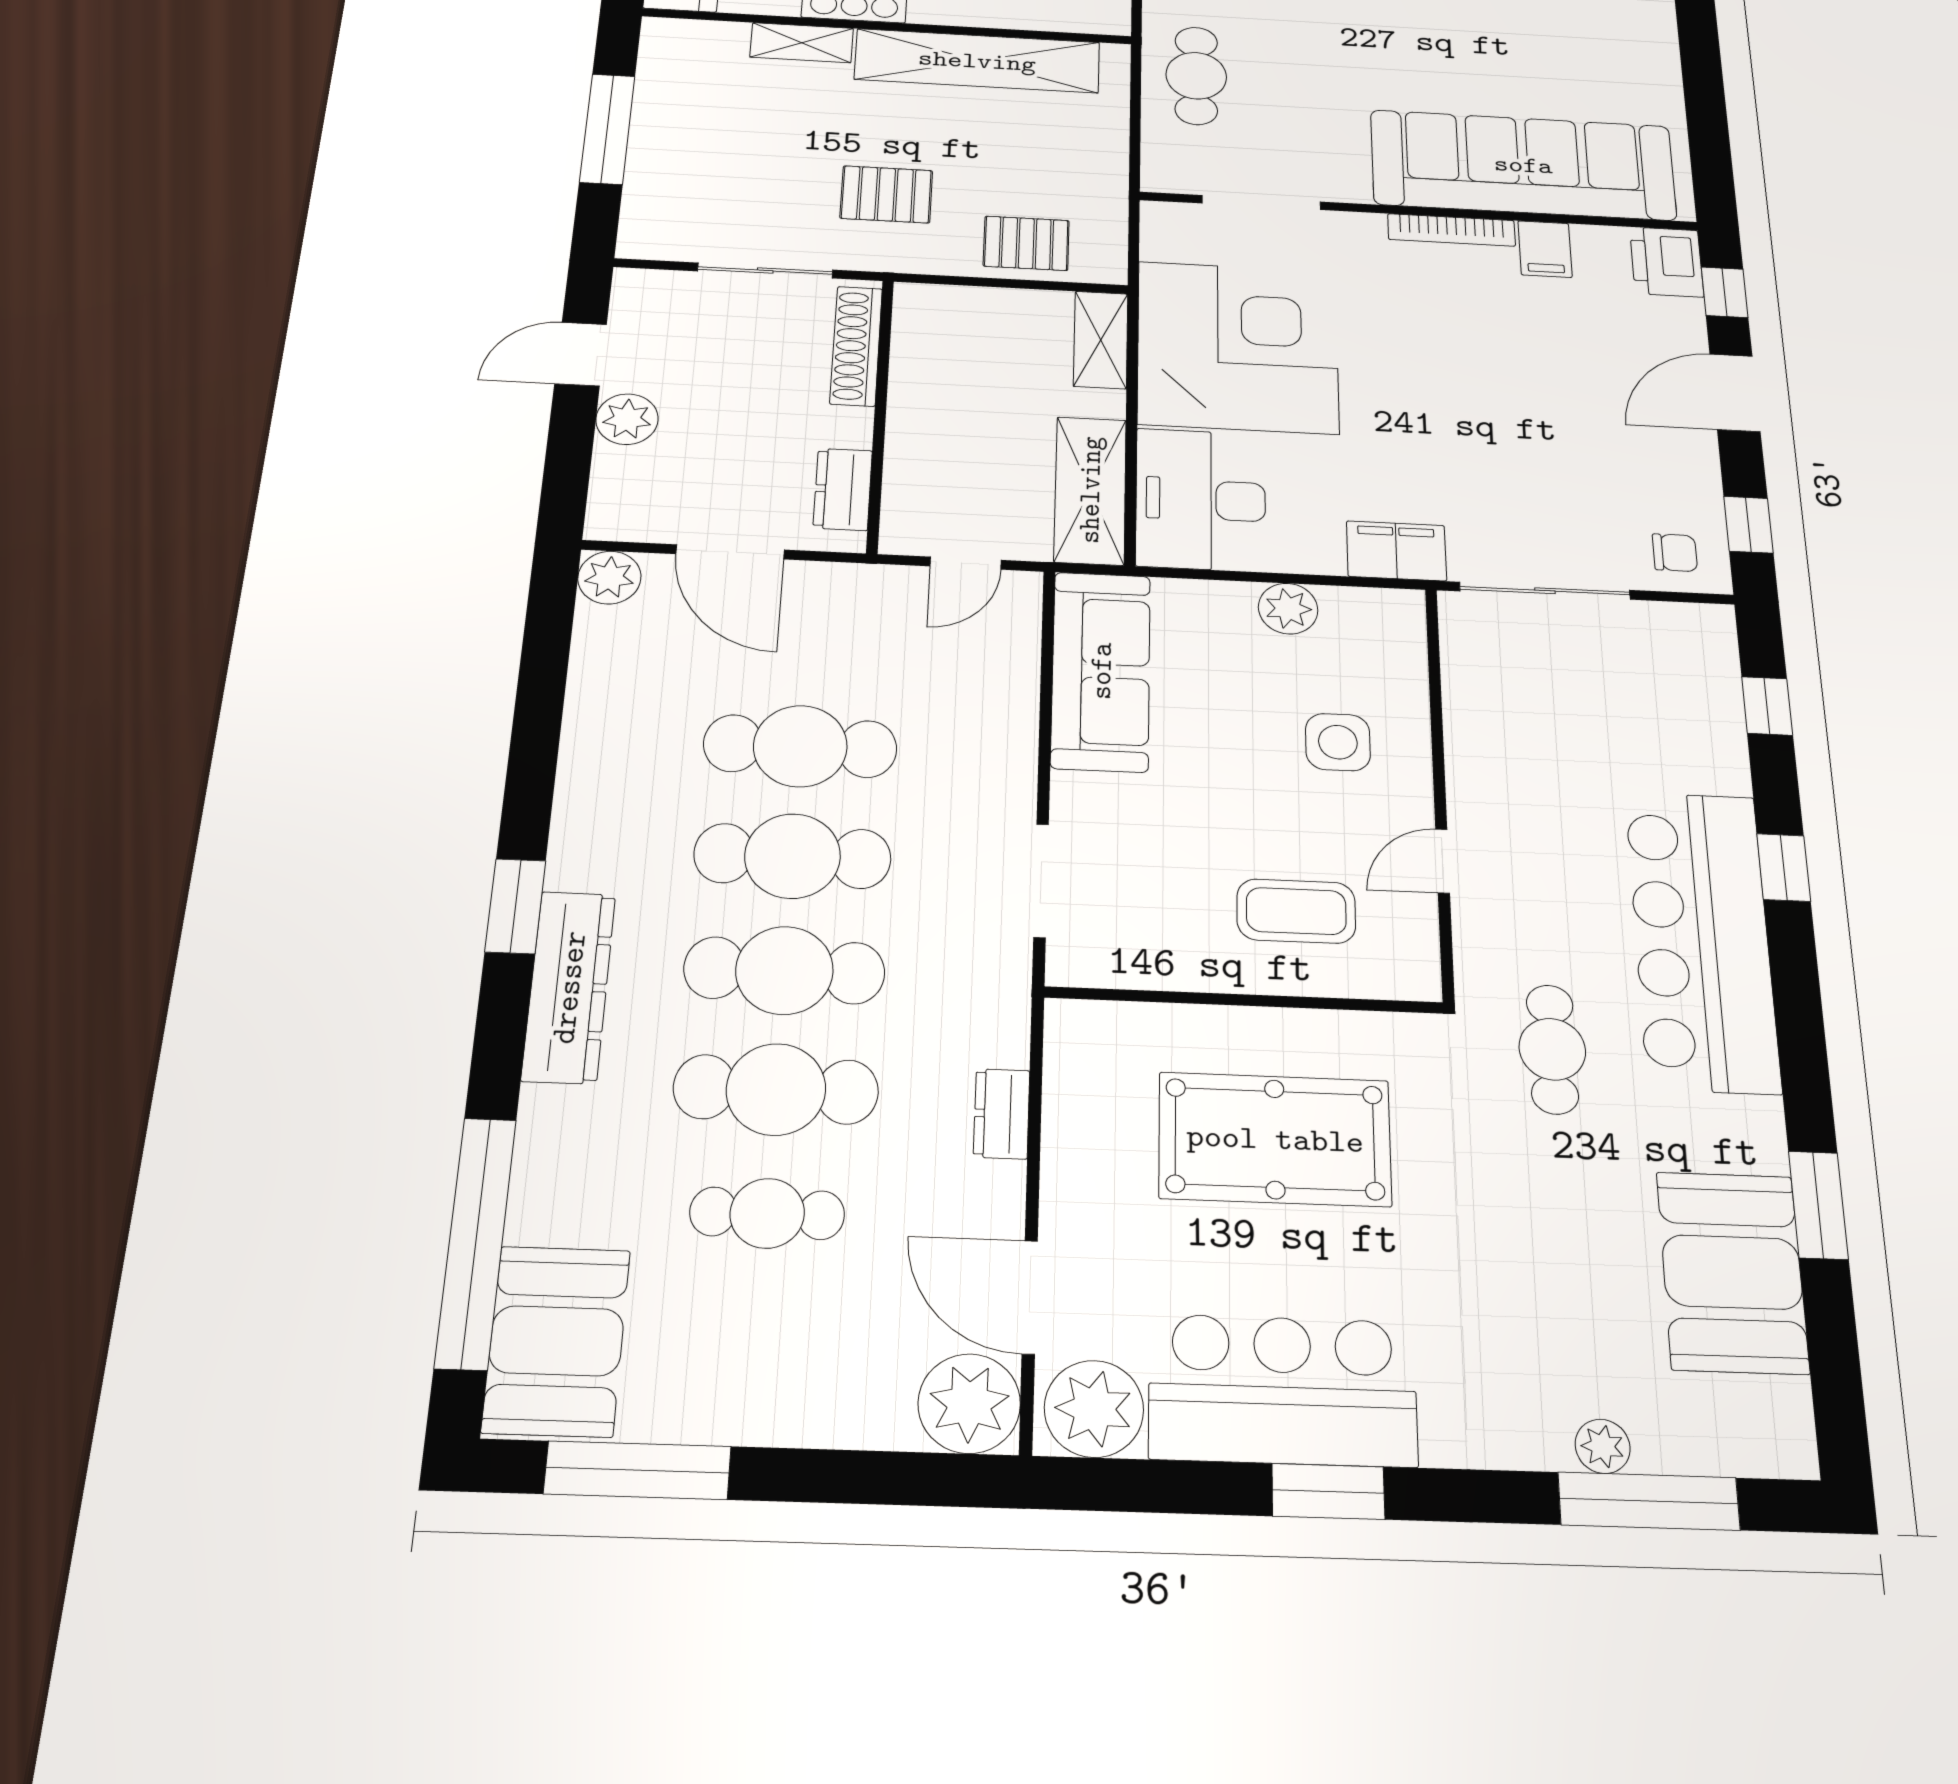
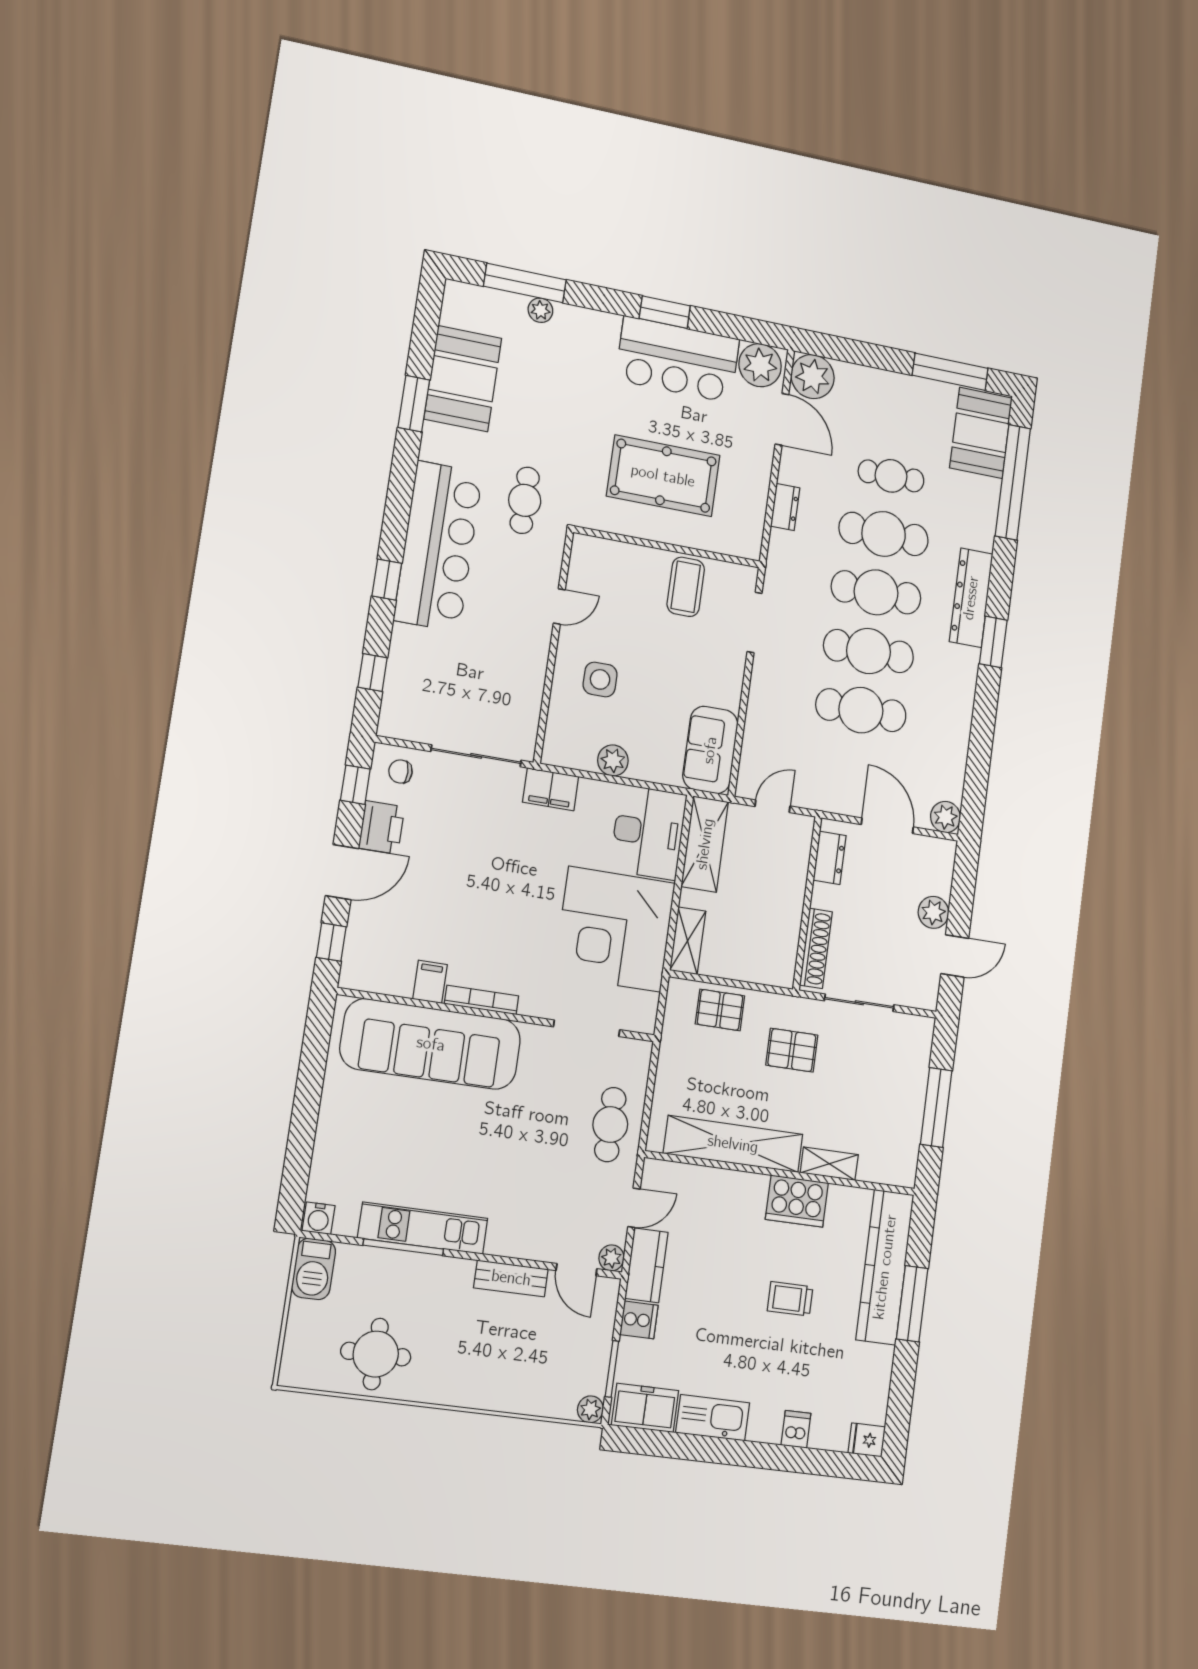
printer: (1667, 262) -> (382, 827), moved
sofa: (1101, 671) -> (710, 750), width x0.73
coffee table: (1296, 911) -> (686, 587), moved, turned 90

